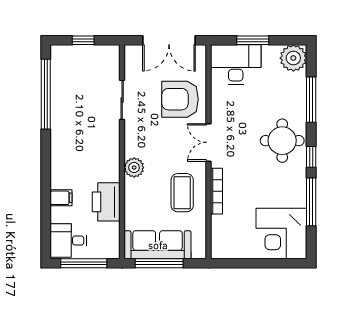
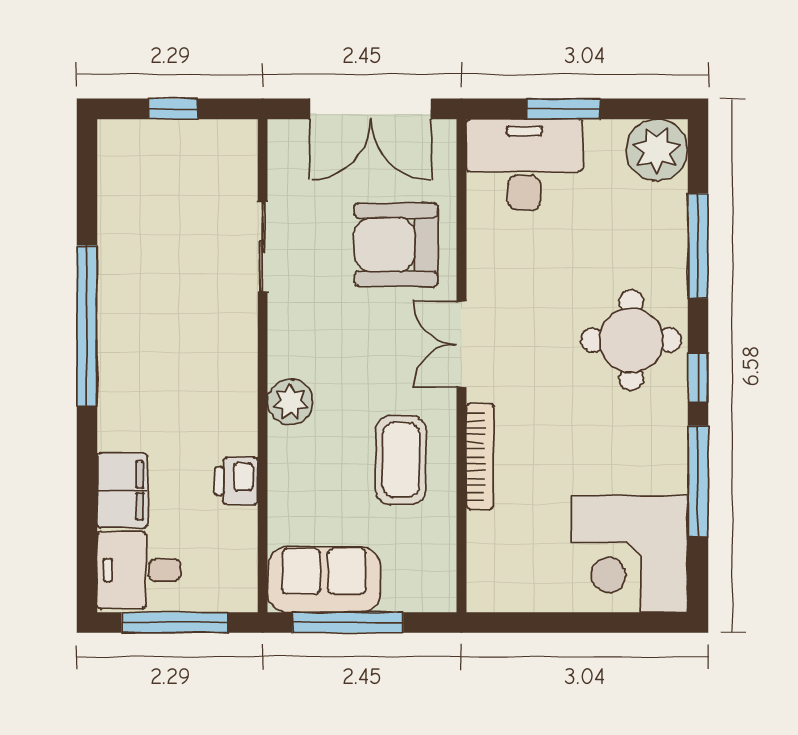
window: (46, 94) -> (87, 326), moved
filing cabinet: (61, 198) -> (122, 490), width x2.00
printer: (106, 202) -> (236, 481), width x0.53, depth x0.68
sofa: (158, 245) -> (324, 580), width x0.73

